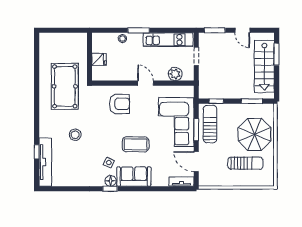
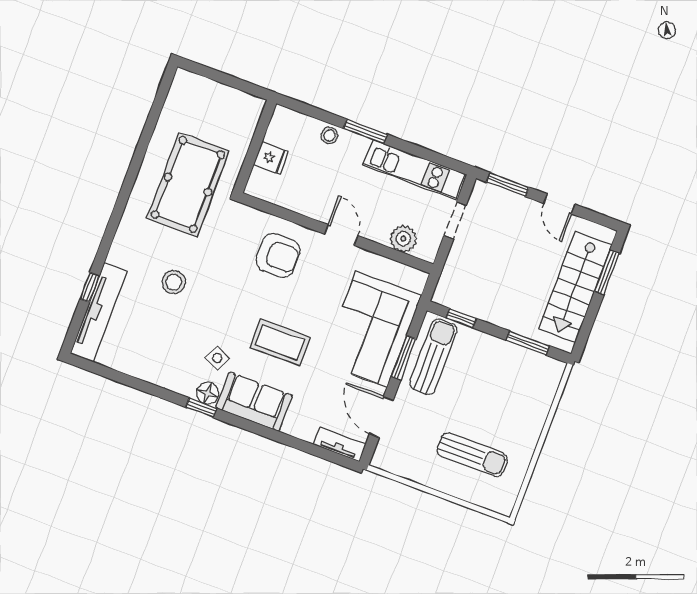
parasol: (254, 134) -> (509, 407), removed

